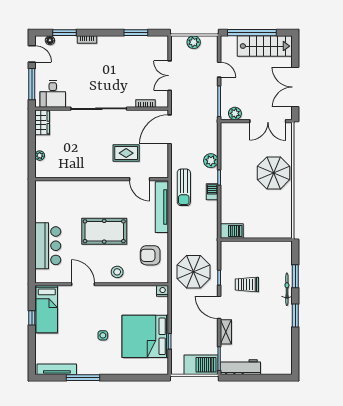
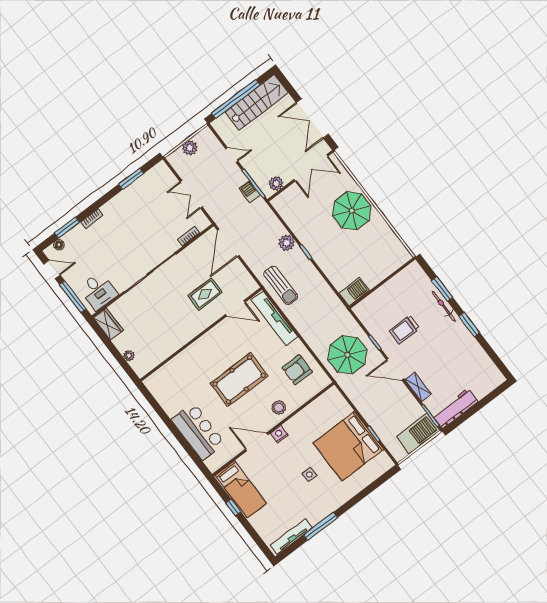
barbecue: (212, 192) -> (250, 192), moved
nightstand: (163, 291) -> (279, 434), moved

